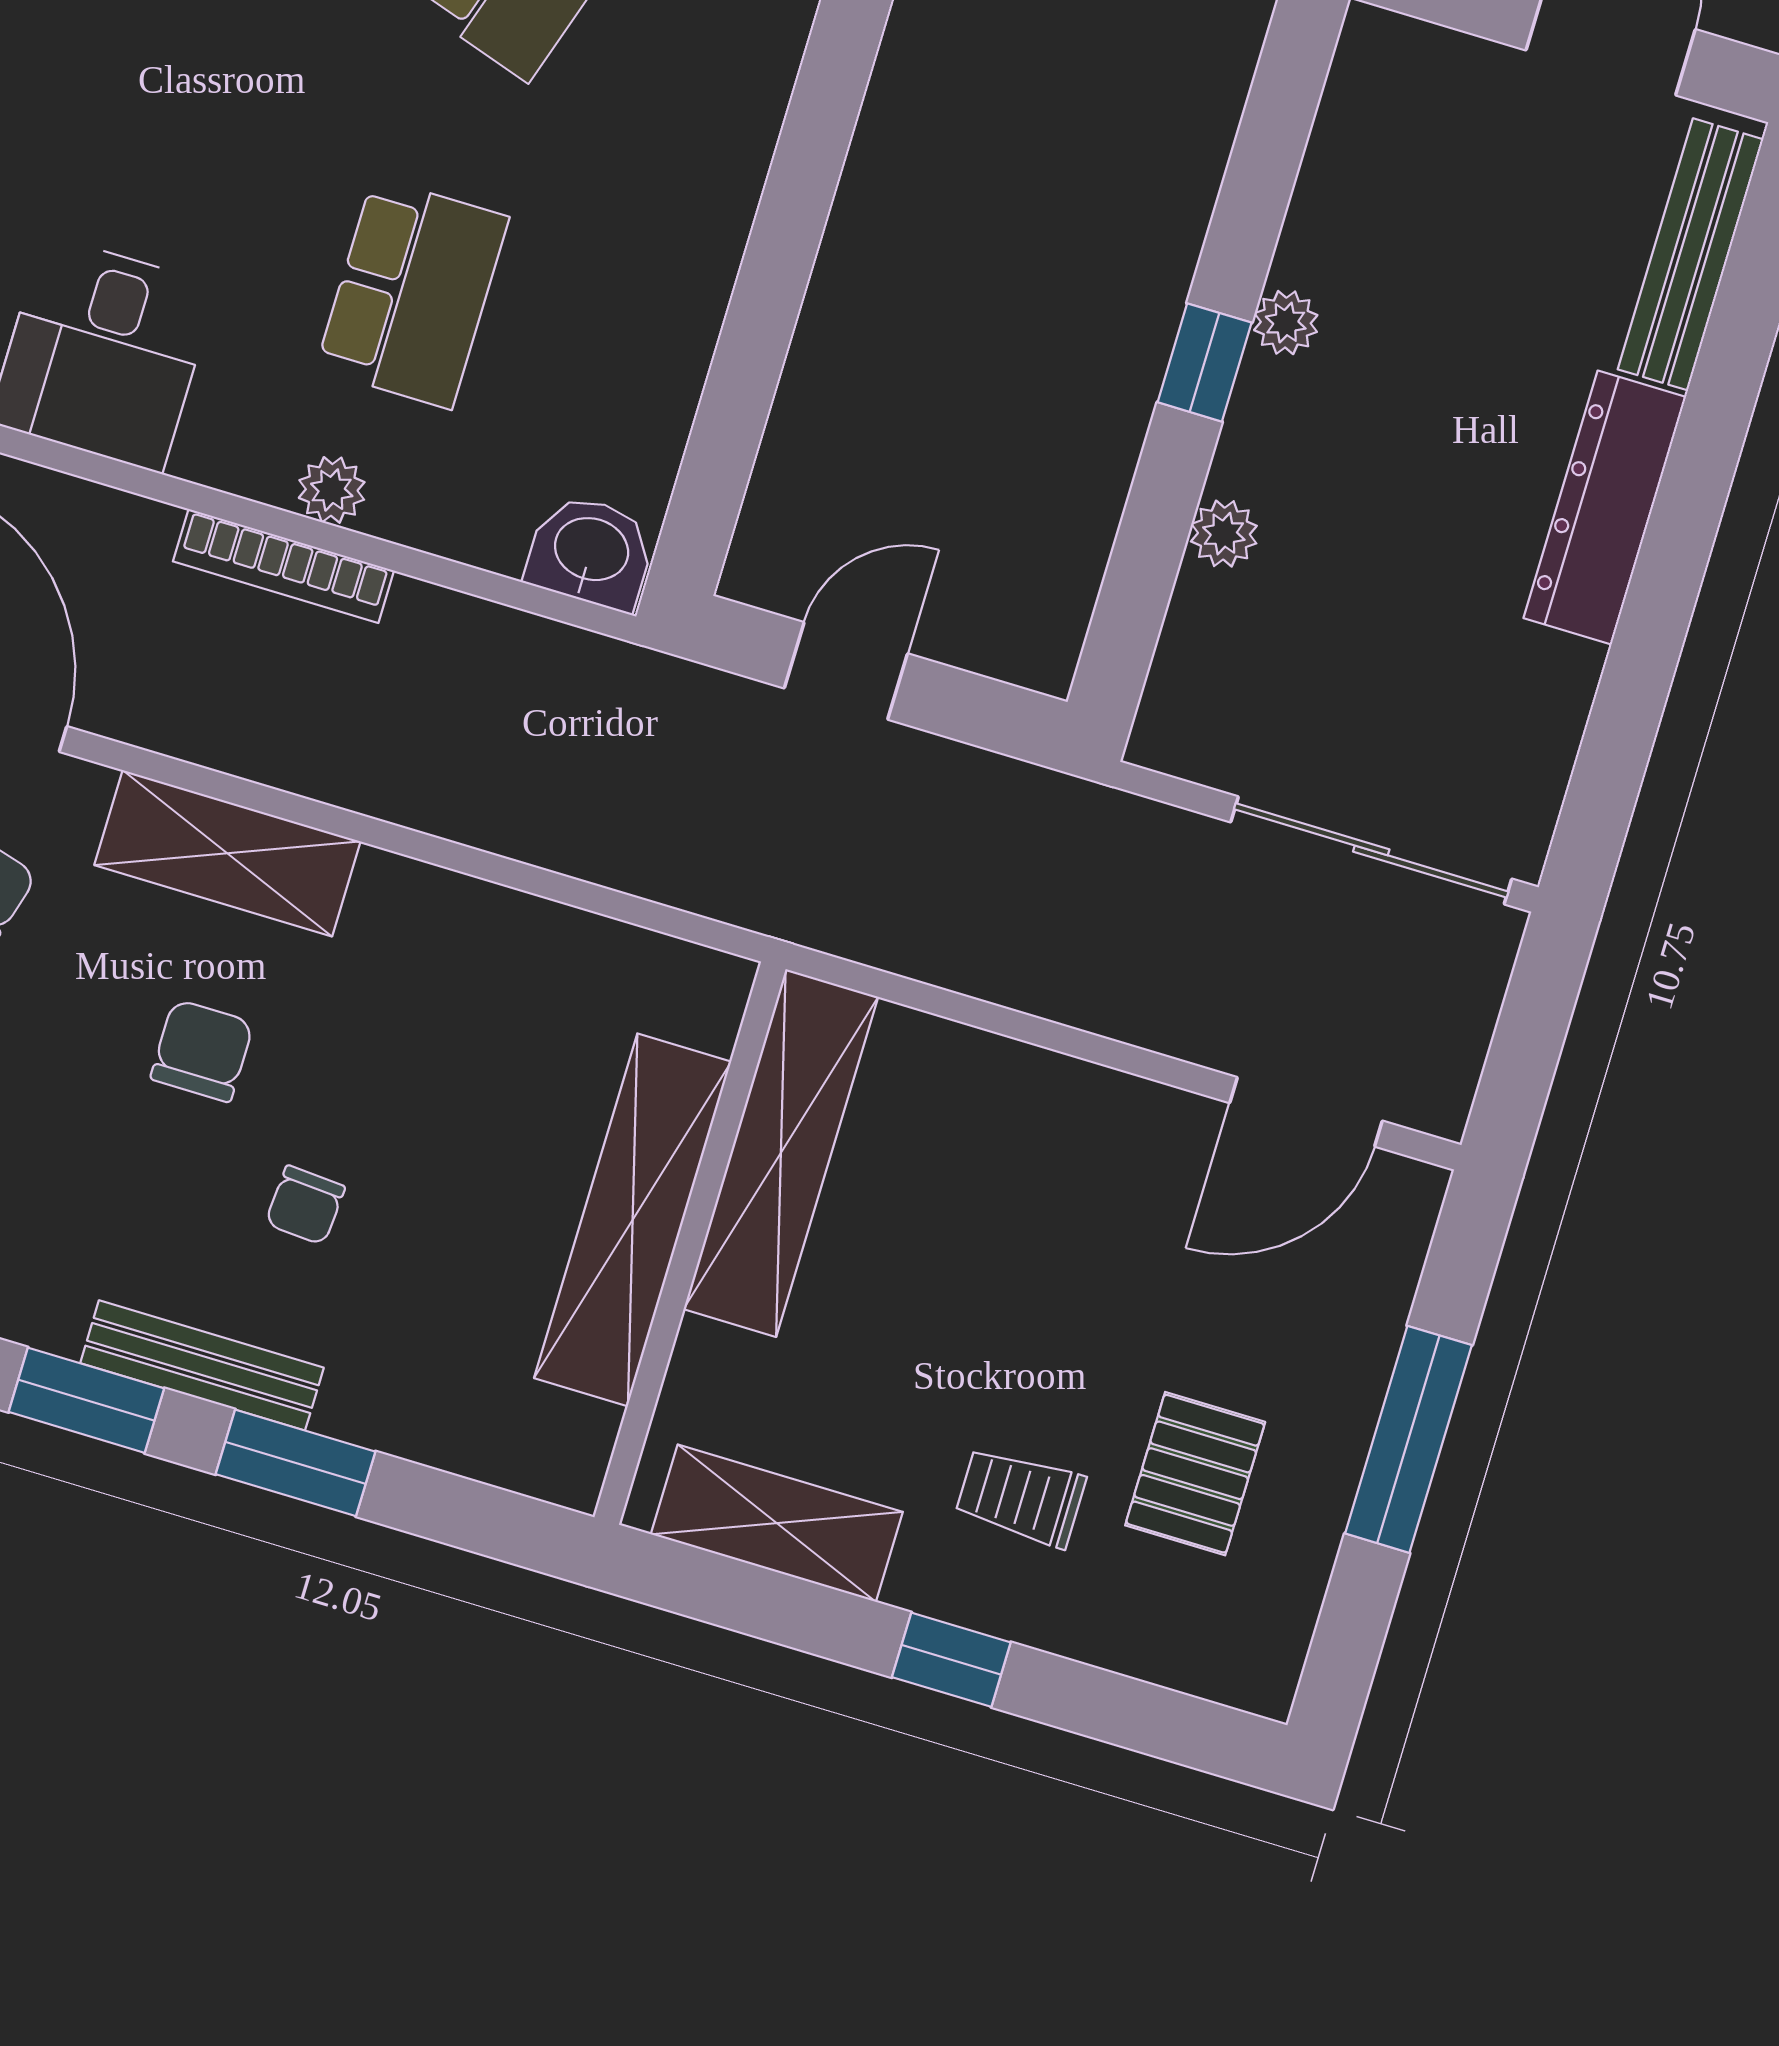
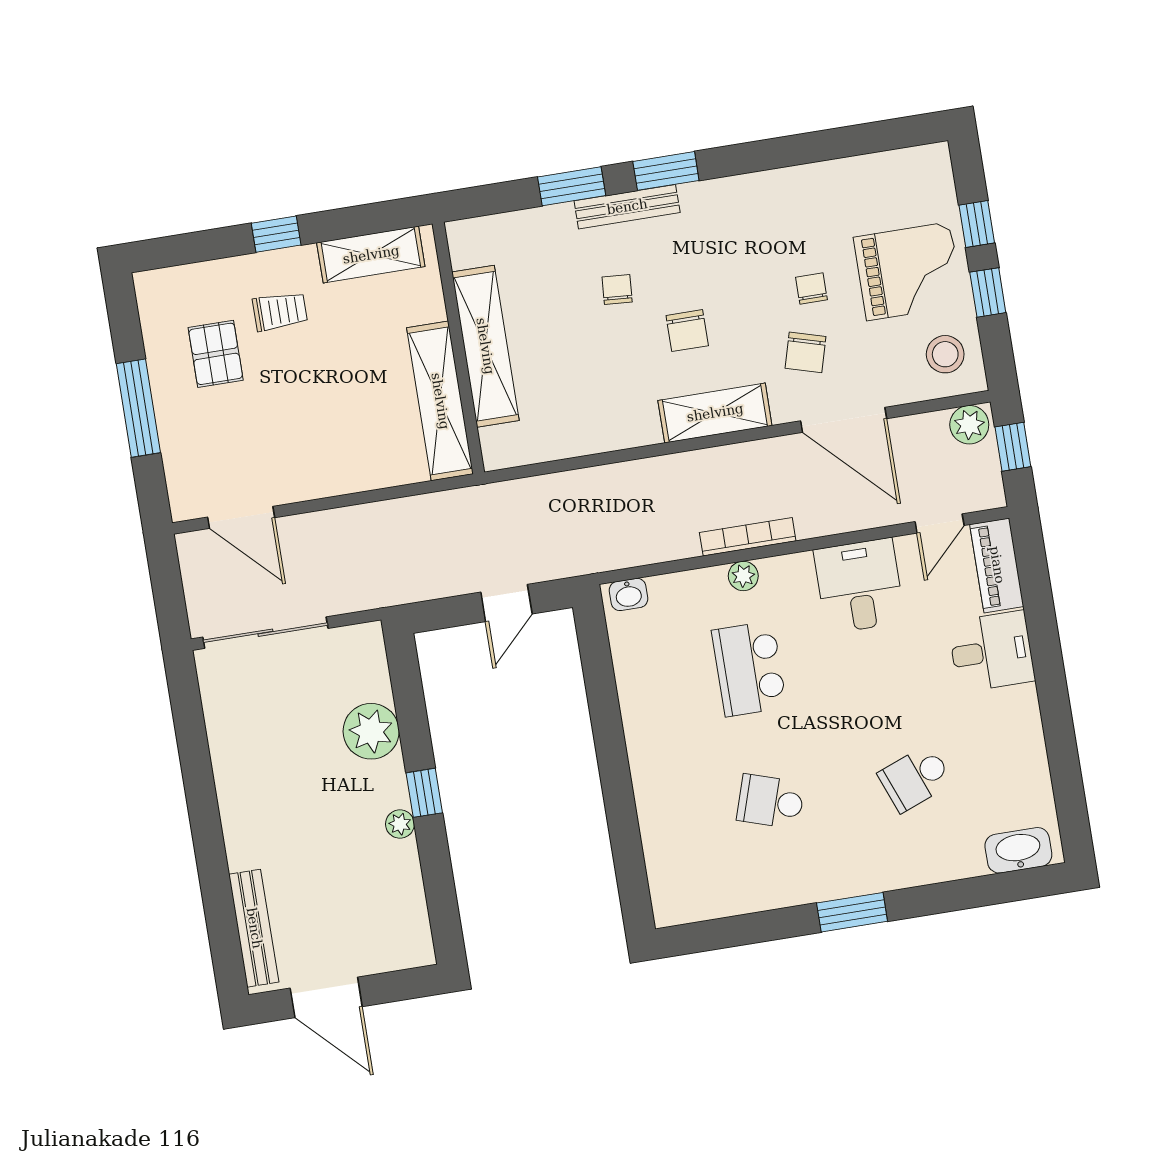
dresser: (1605, 507) -> (239, 812), removed
plant: (1224, 534) -> (371, 731), width x1.87, depth x1.87
washbasin: (591, 552) -> (628, 594), width x0.72, depth x0.69
door: (1306, 1112) -> (241, 517), swing flipped

